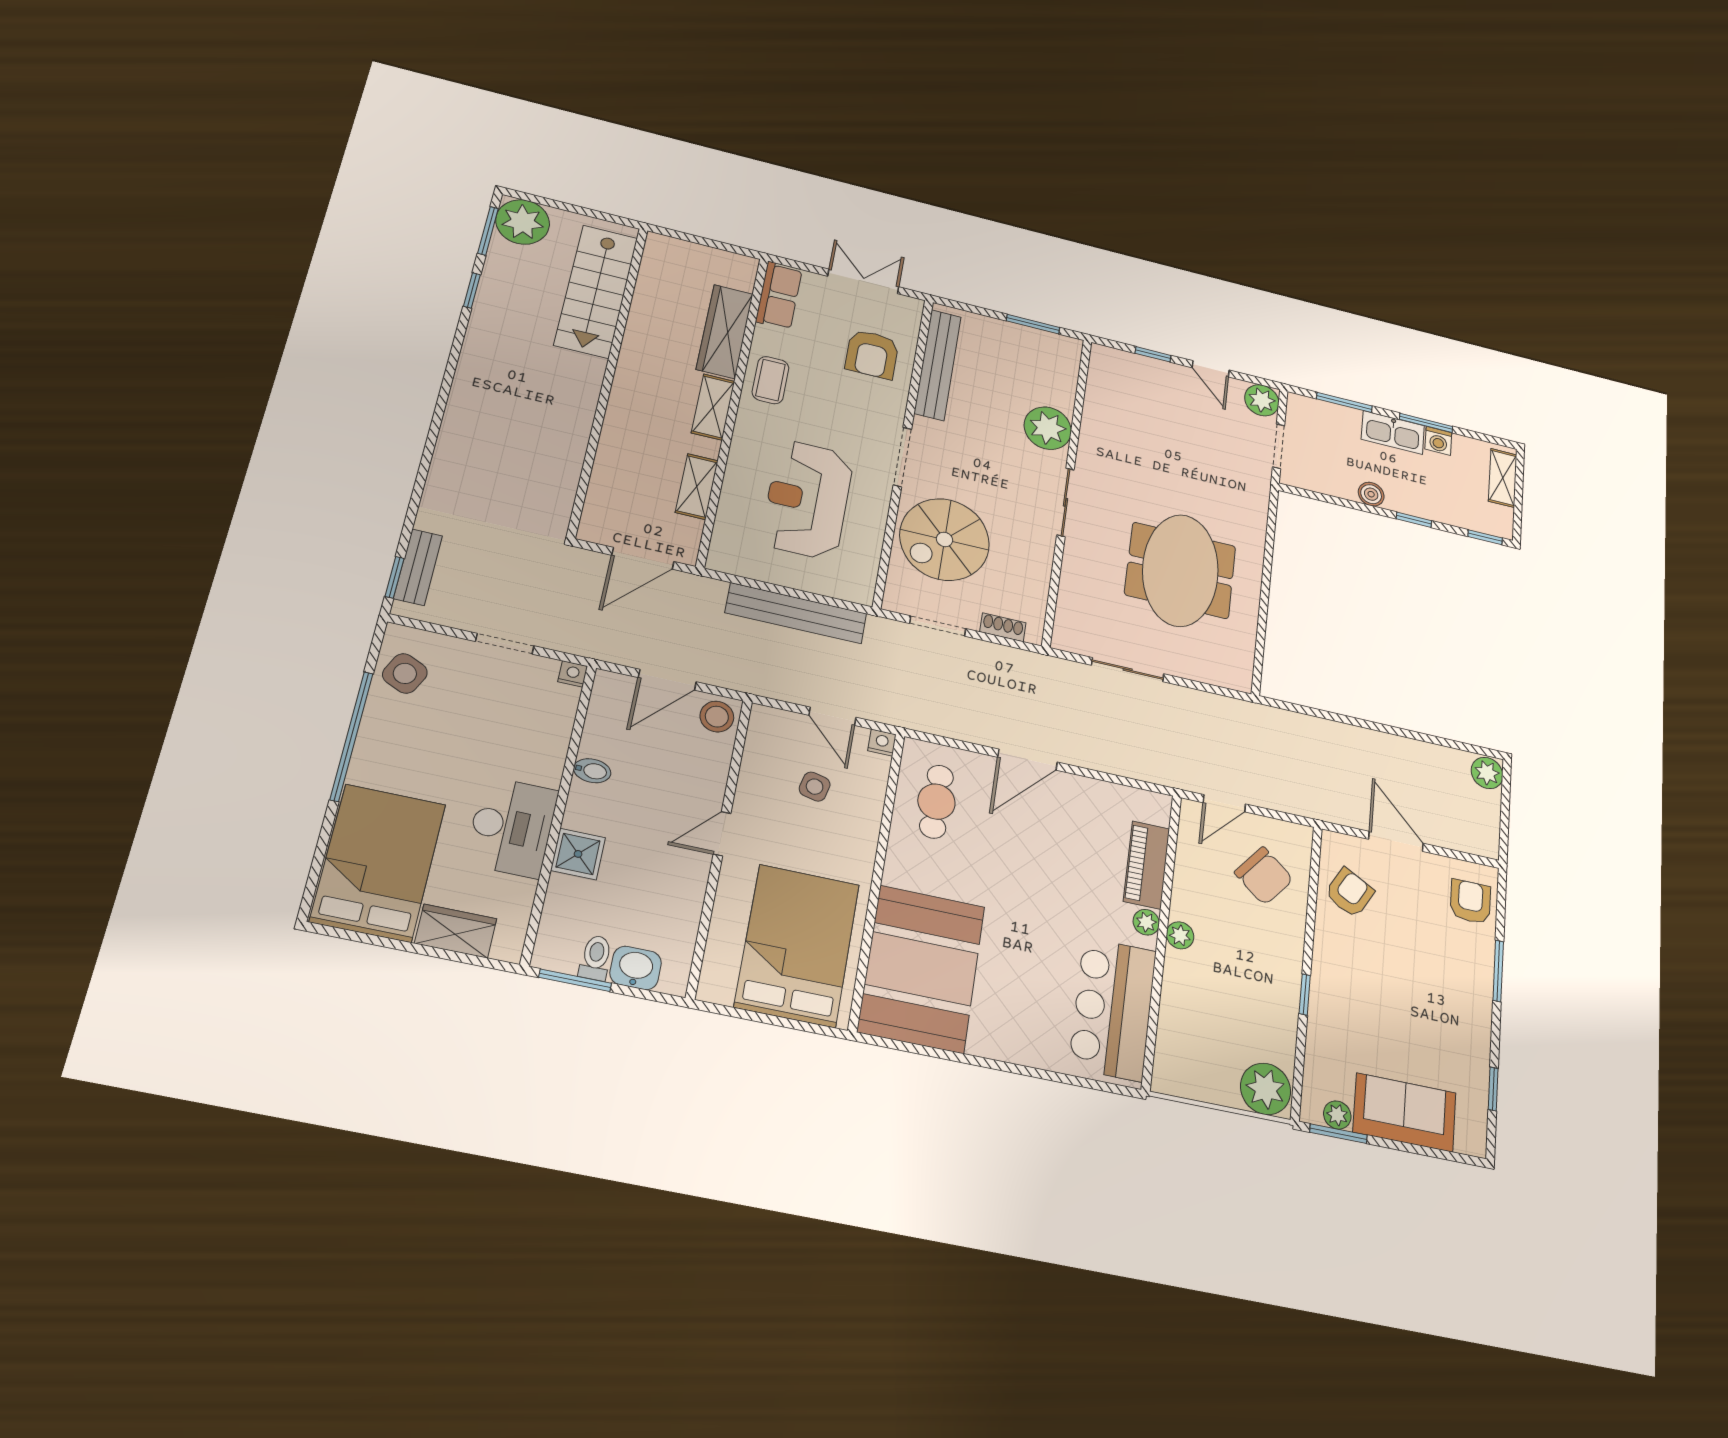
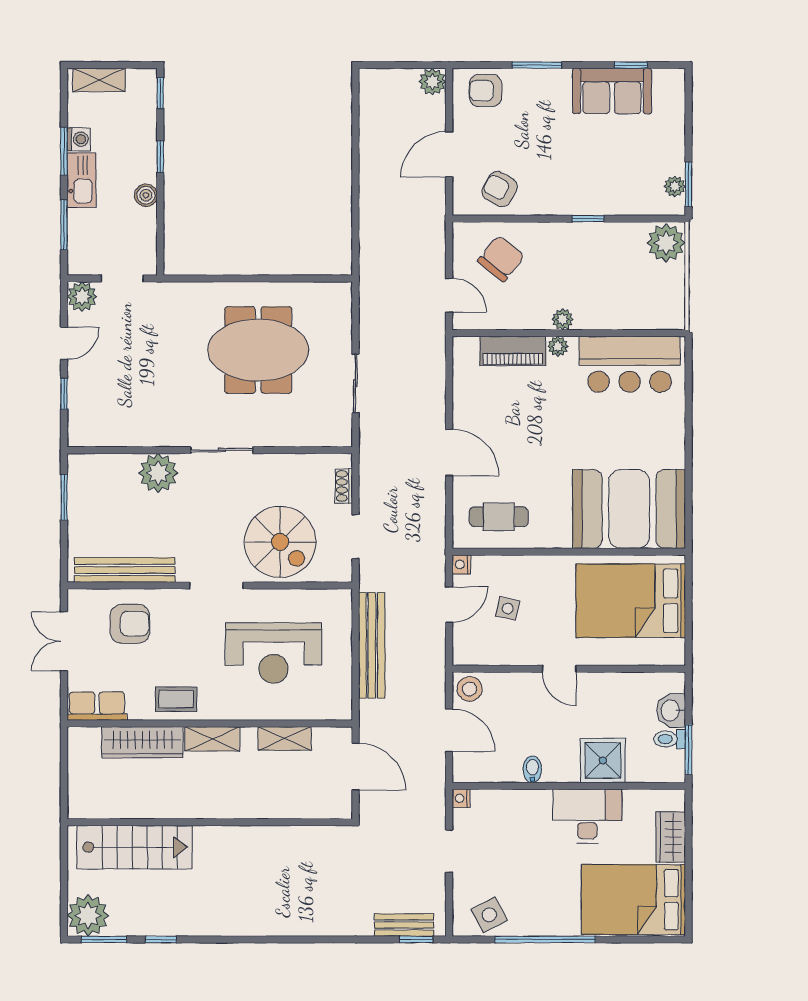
side table: (405, 673) -> (489, 915), turned 37
plant: (1487, 773) -> (433, 82), moved
shower: (578, 854) -> (603, 760), width x1.36, depth x1.36
sofa: (1405, 1112) -> (612, 91), moved, turned -90

